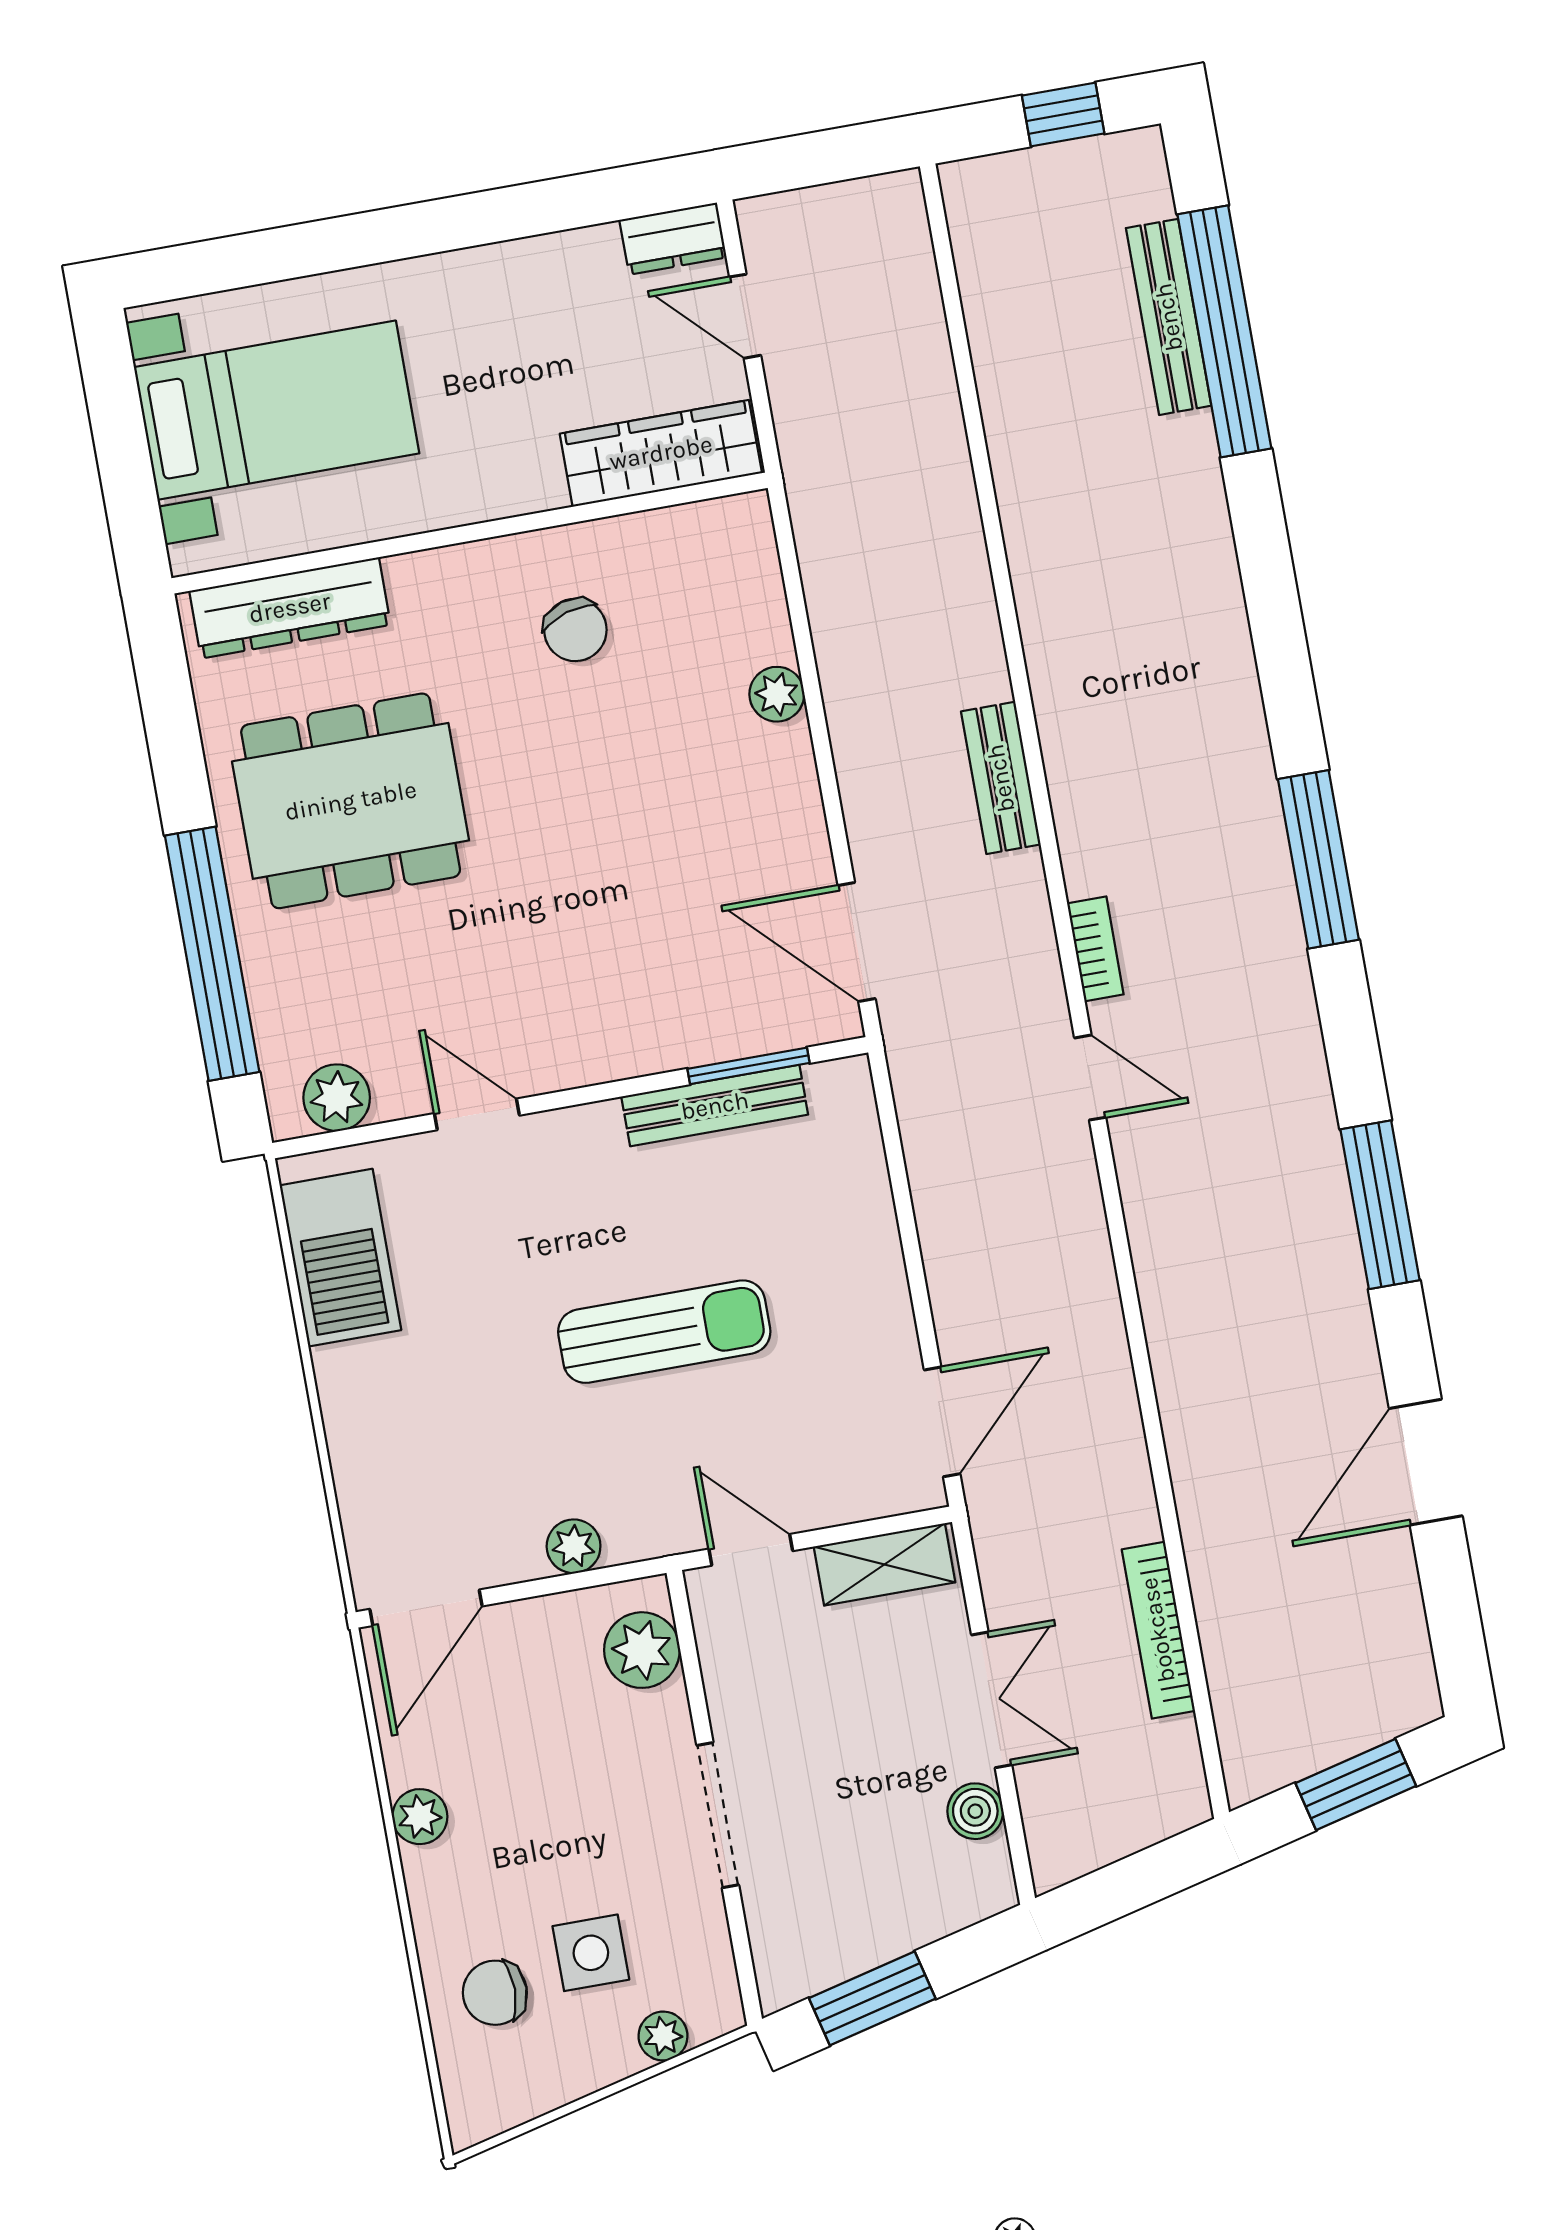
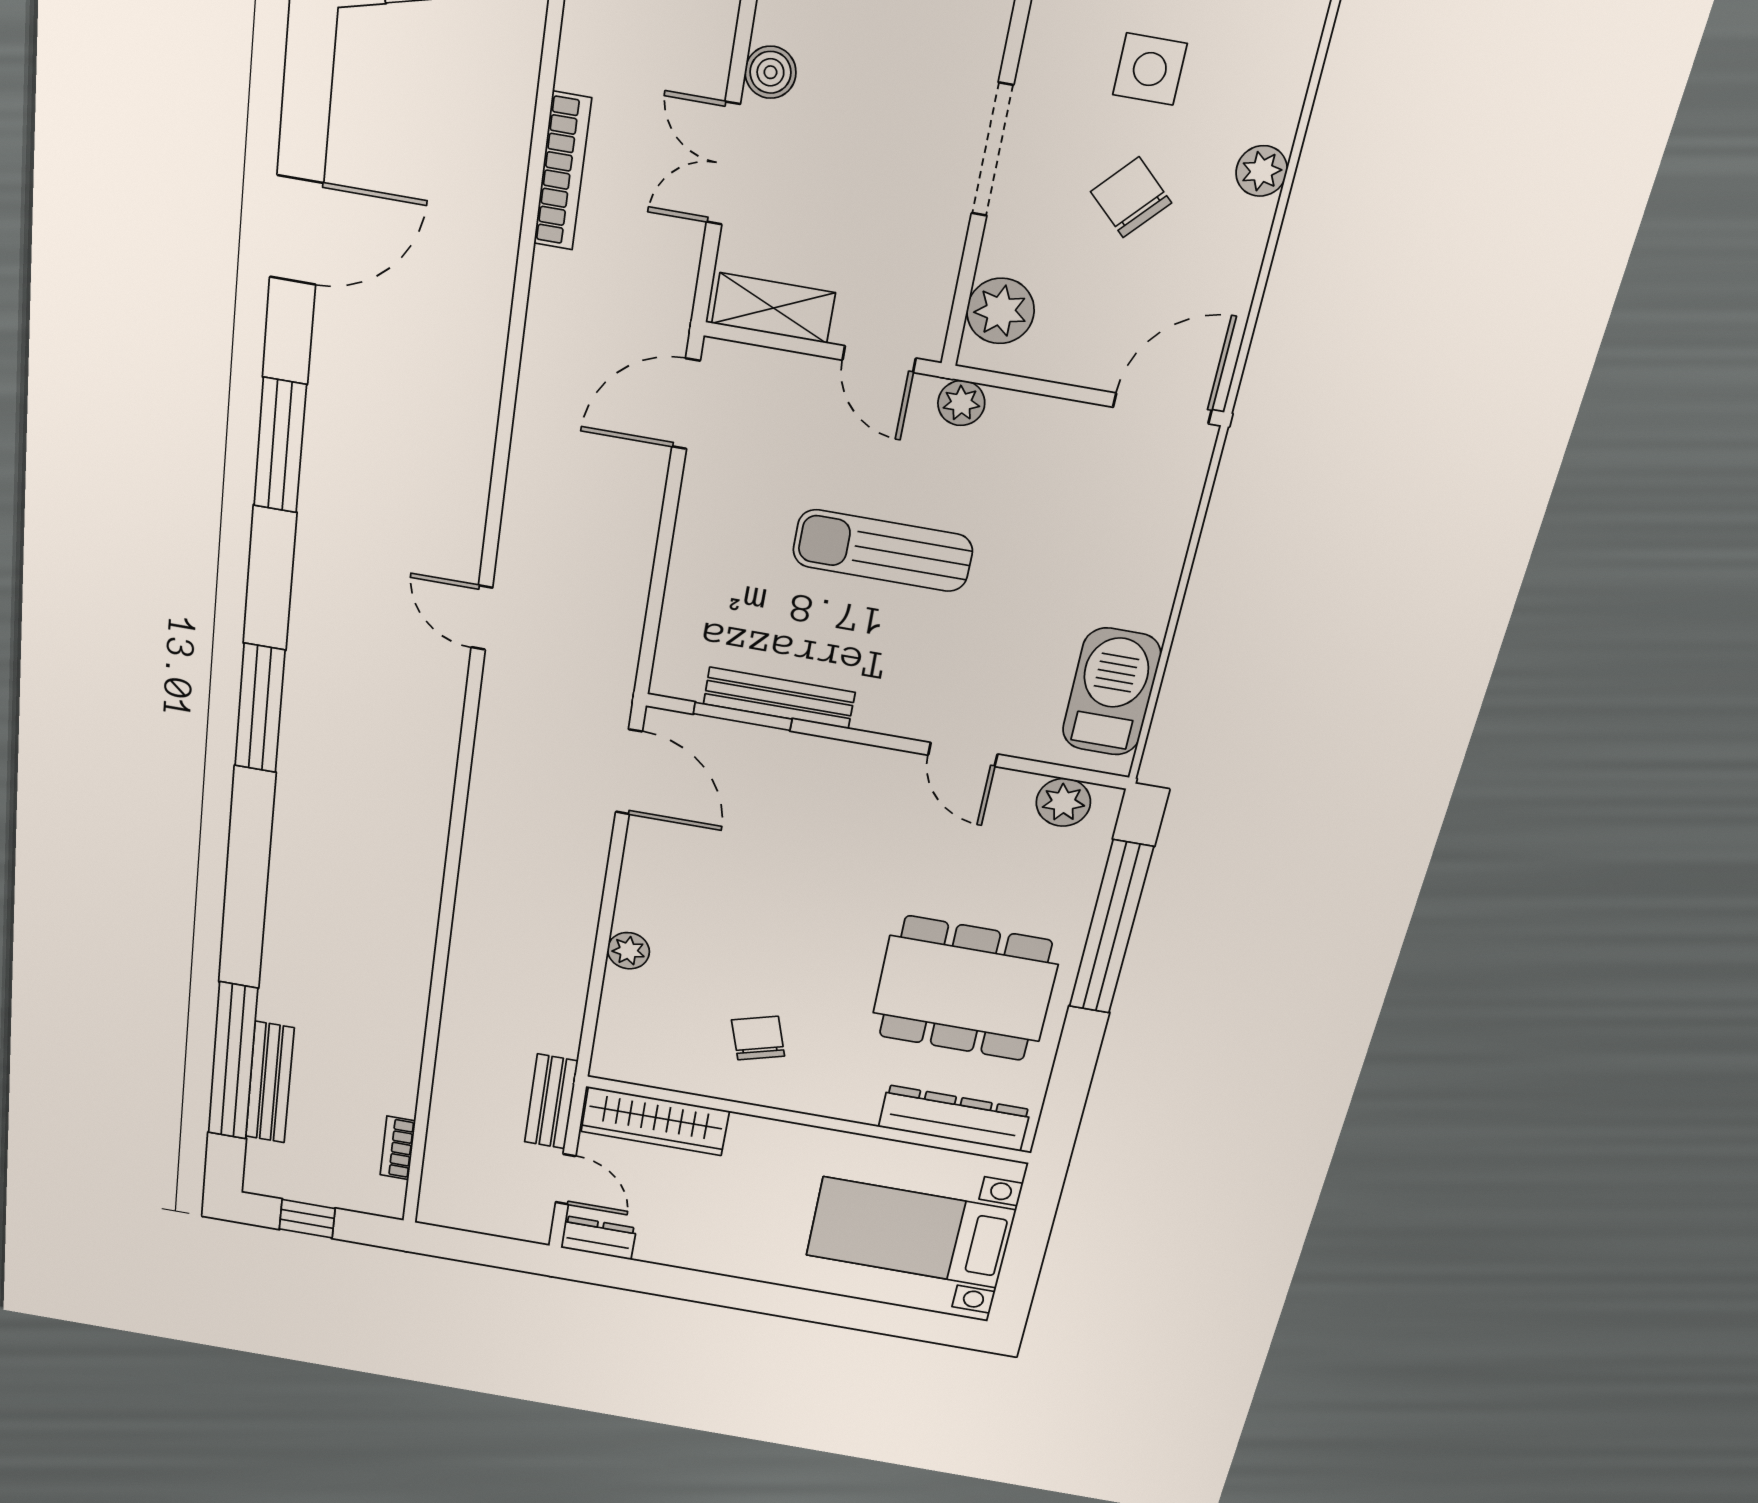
bench: (1001, 778) -> (551, 1102), moved
bookcase: (1095, 949) -> (398, 1148), moved
plant: (574, 1546) -> (961, 403), moved
plant: (420, 1817) -> (1262, 171), moved
chair: (495, 1993) -> (1131, 197), moved, turned -137

